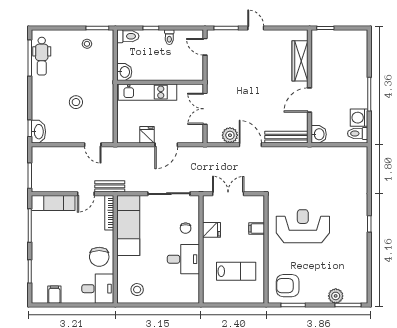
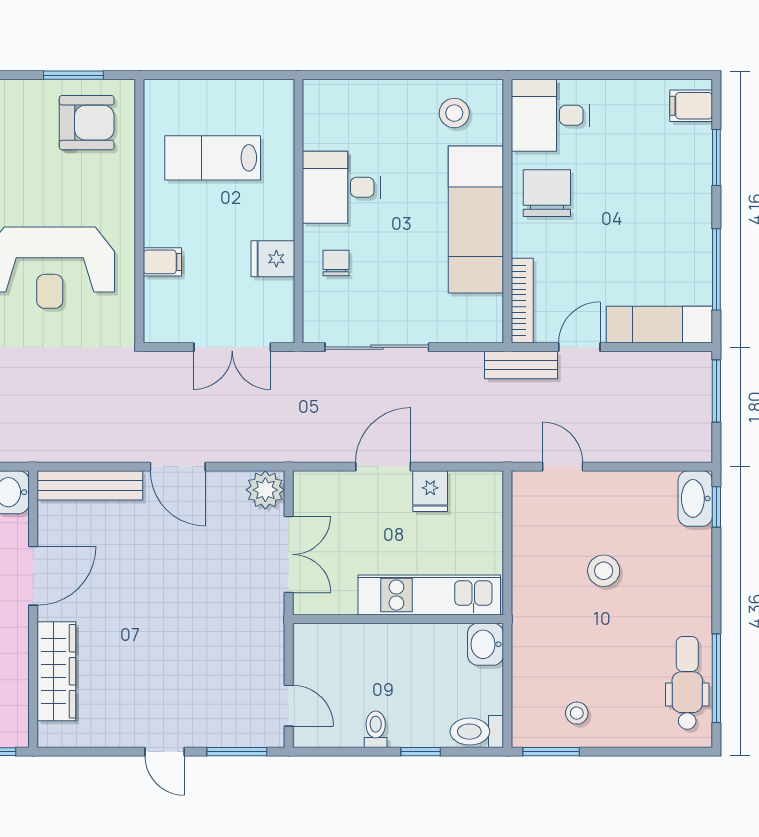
plant: (230, 135) -> (265, 490), moved
exam couch: (128, 225) -> (476, 219), moved
filing cabinet: (54, 295) -> (691, 106), moved, turned 90

